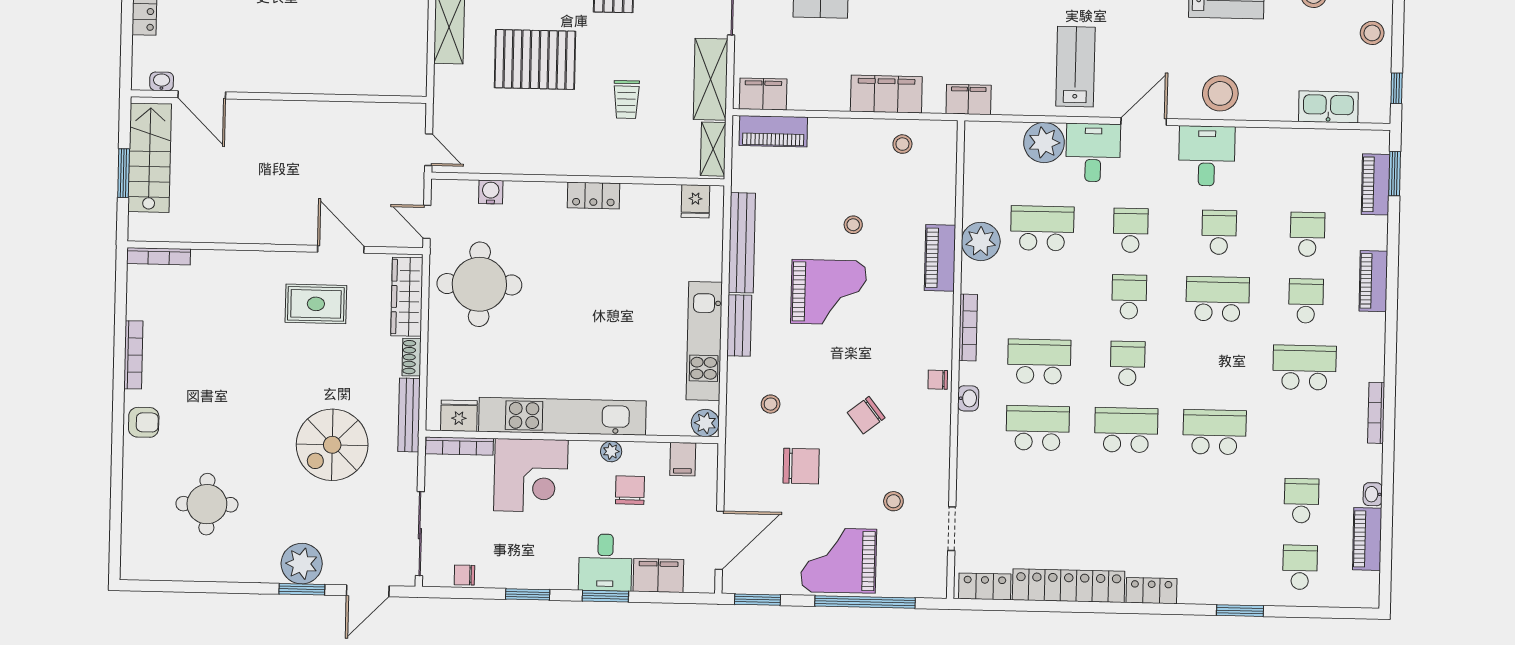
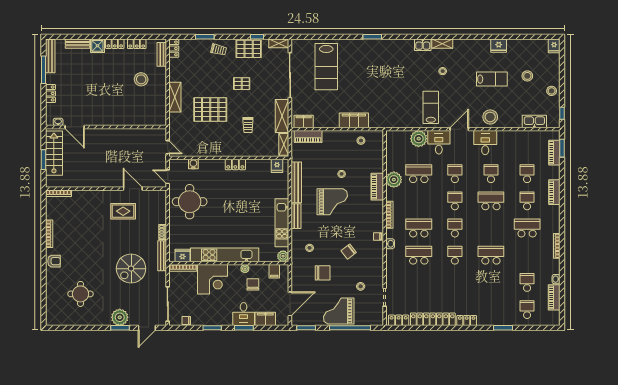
filing cabinet: (969, 100) -> (387, 122), removed
wardrobe: (407, 297) -> (160, 207), removed
school desk: (1126, 430) -> (455, 255), width x0.54

